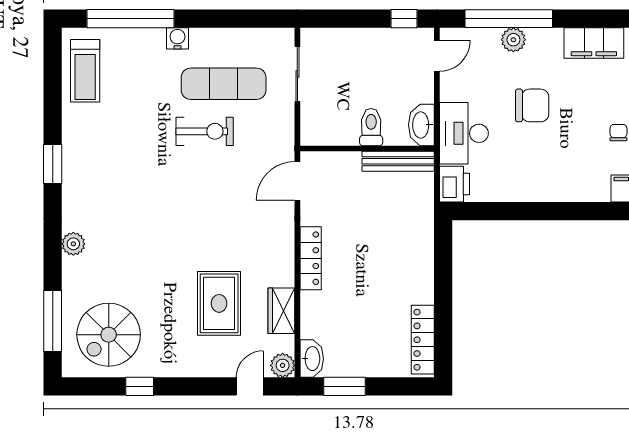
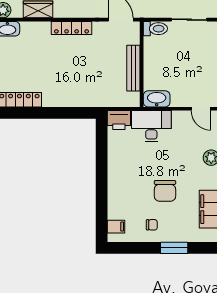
chair: (532, 105) -> (165, 191), moved
toilet: (371, 127) -> (155, 29), moved
bench: (398, 161) -> (133, 68), moved

